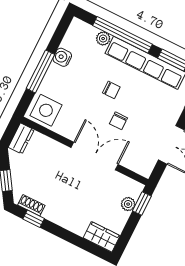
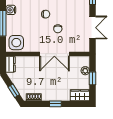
double door: (95, 156) -> (54, 54), swing flipped
window: (142, 204) -> (92, 78), moved
window: (34, 219) -> (55, 104), moved

